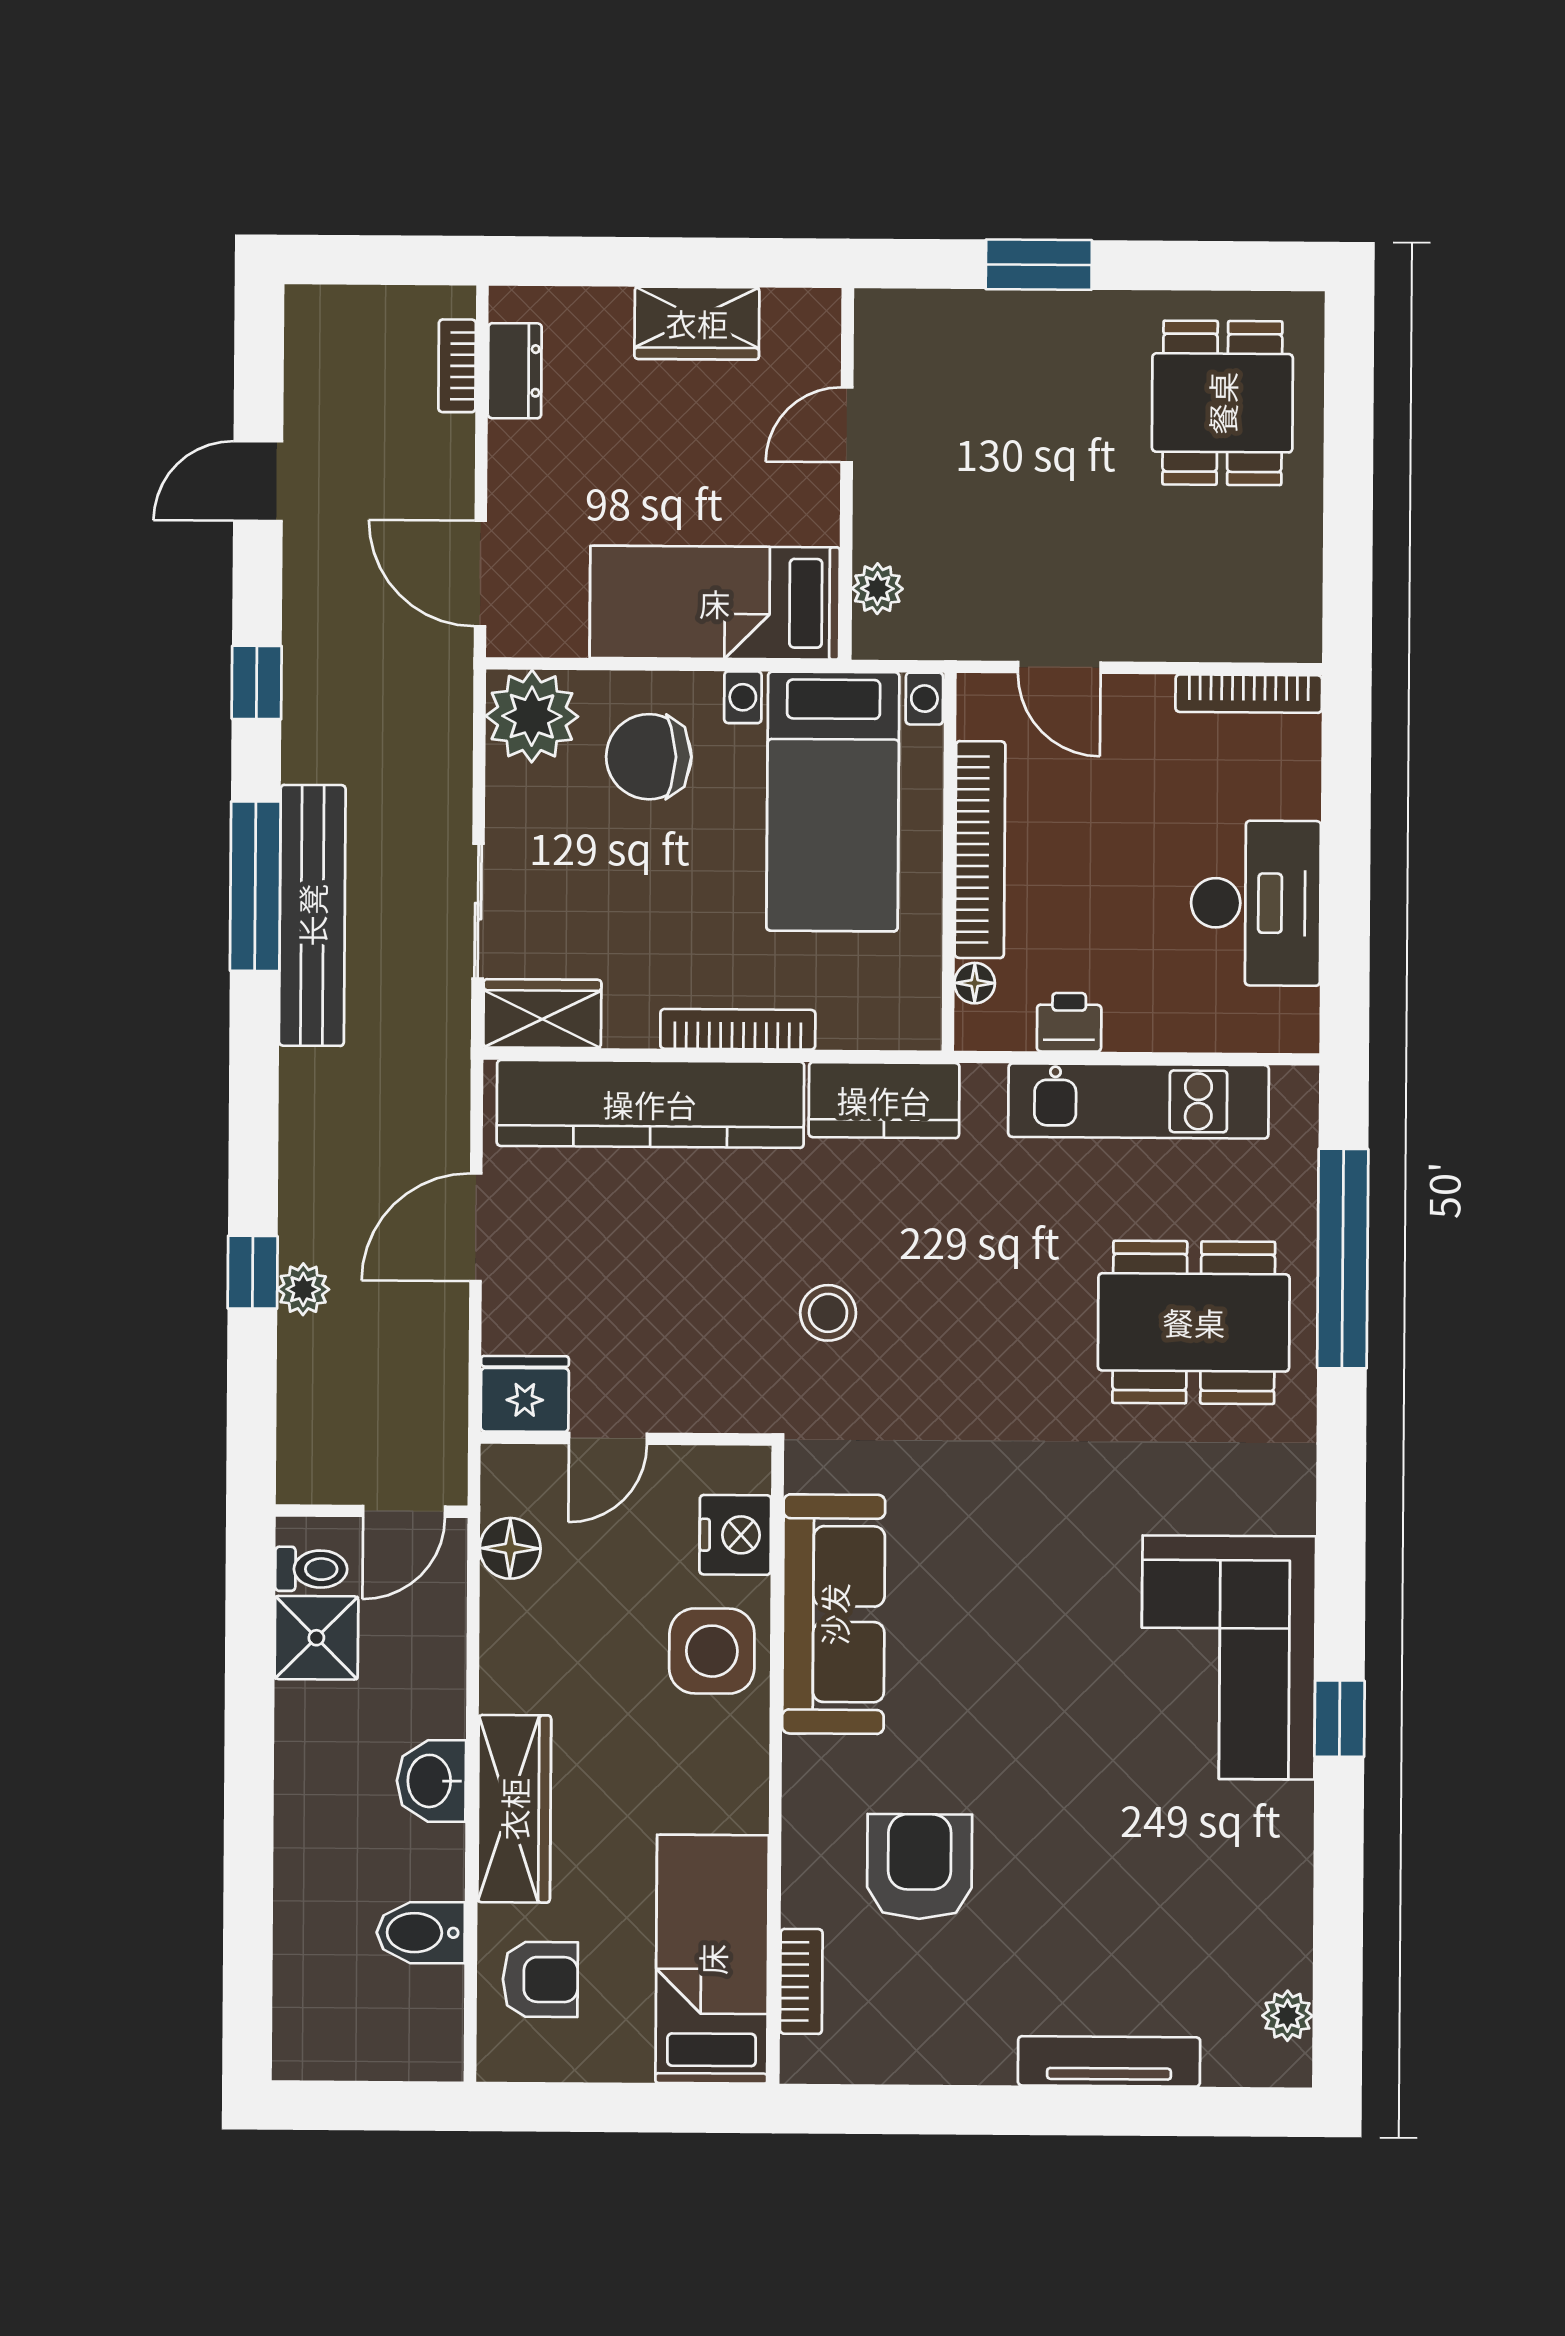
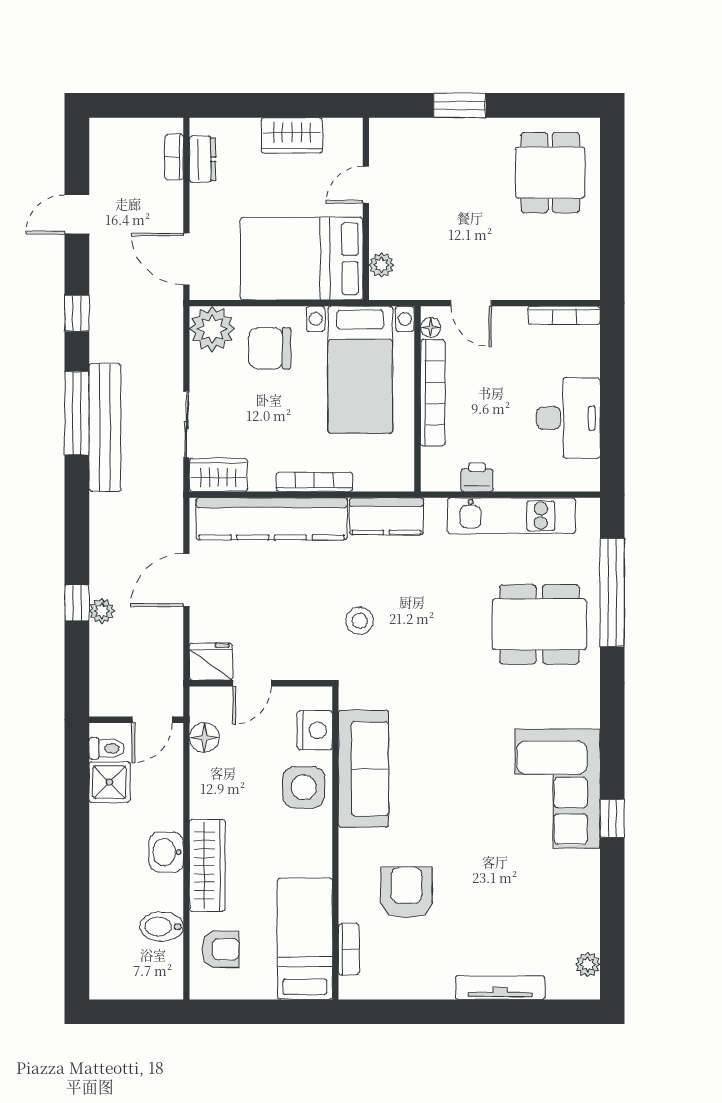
bed: (715, 603) -> (302, 259), width x1.50
floor lamp: (975, 983) -> (430, 327), moved

